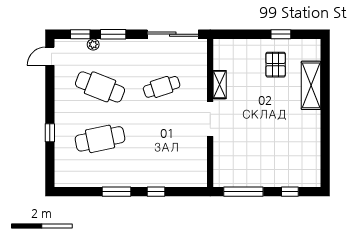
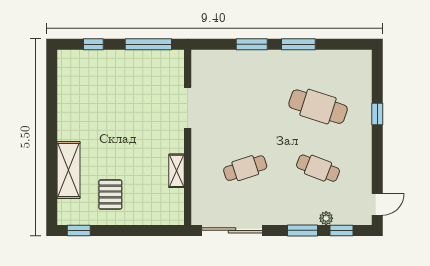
window: (281, 34) -> (79, 230), moved
cafe table: (100, 87) -> (318, 168), width x0.73, depth x0.74
doorway: (210, 119) -> (188, 108), moved
cafe table: (100, 139) -> (318, 107), turned 30
window: (156, 192) -> (252, 44), width x1.50

